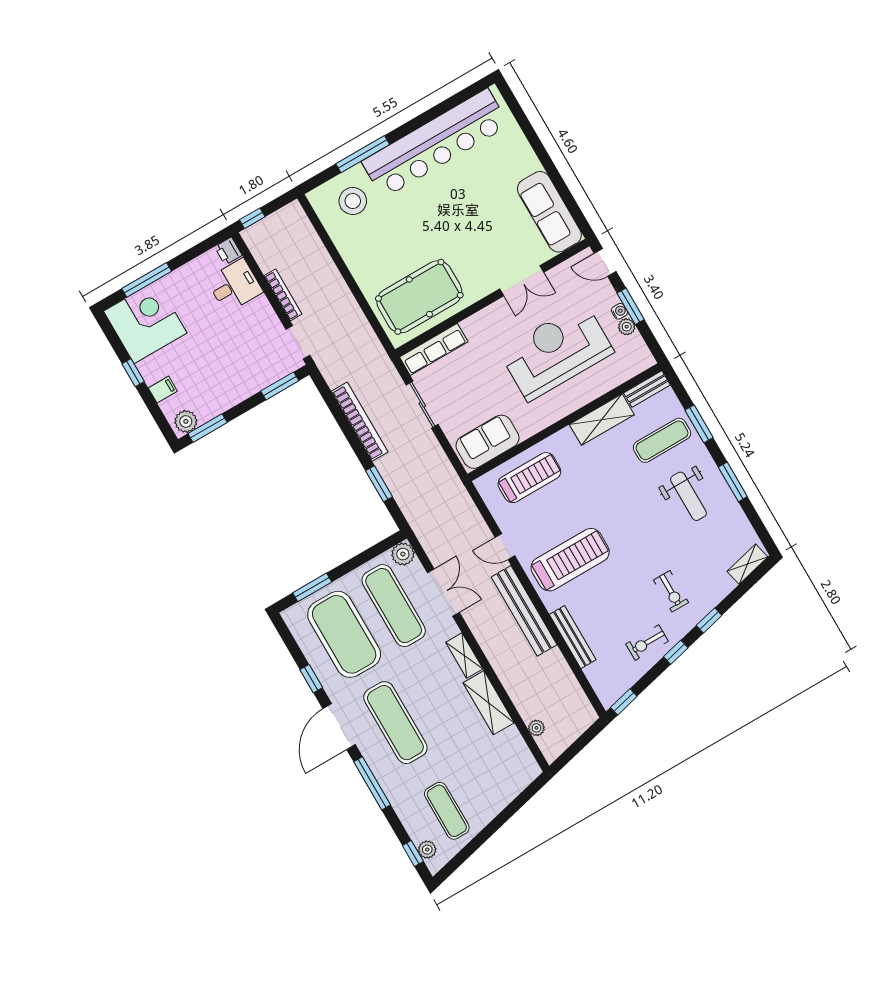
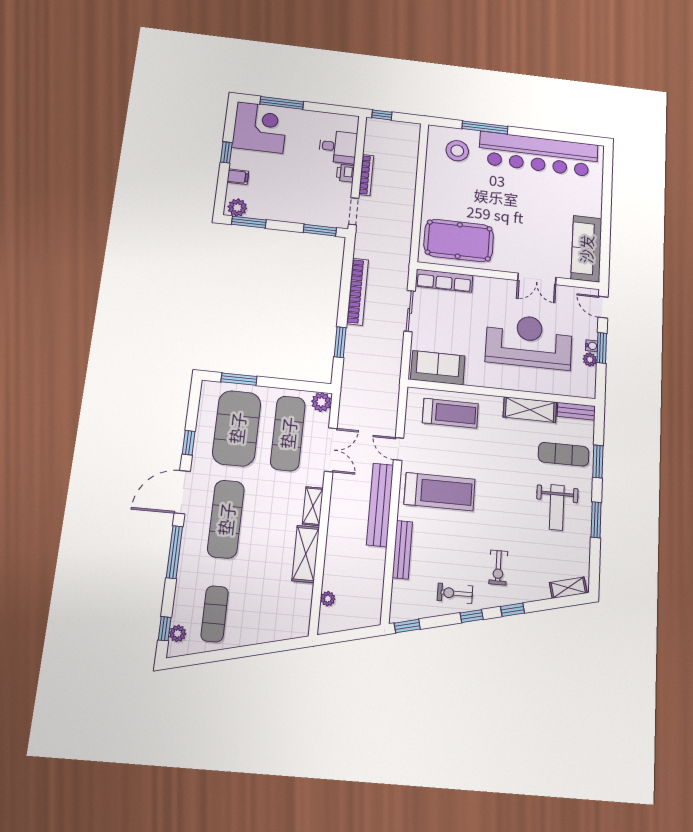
printer: (228, 251) -> (345, 173), moved

